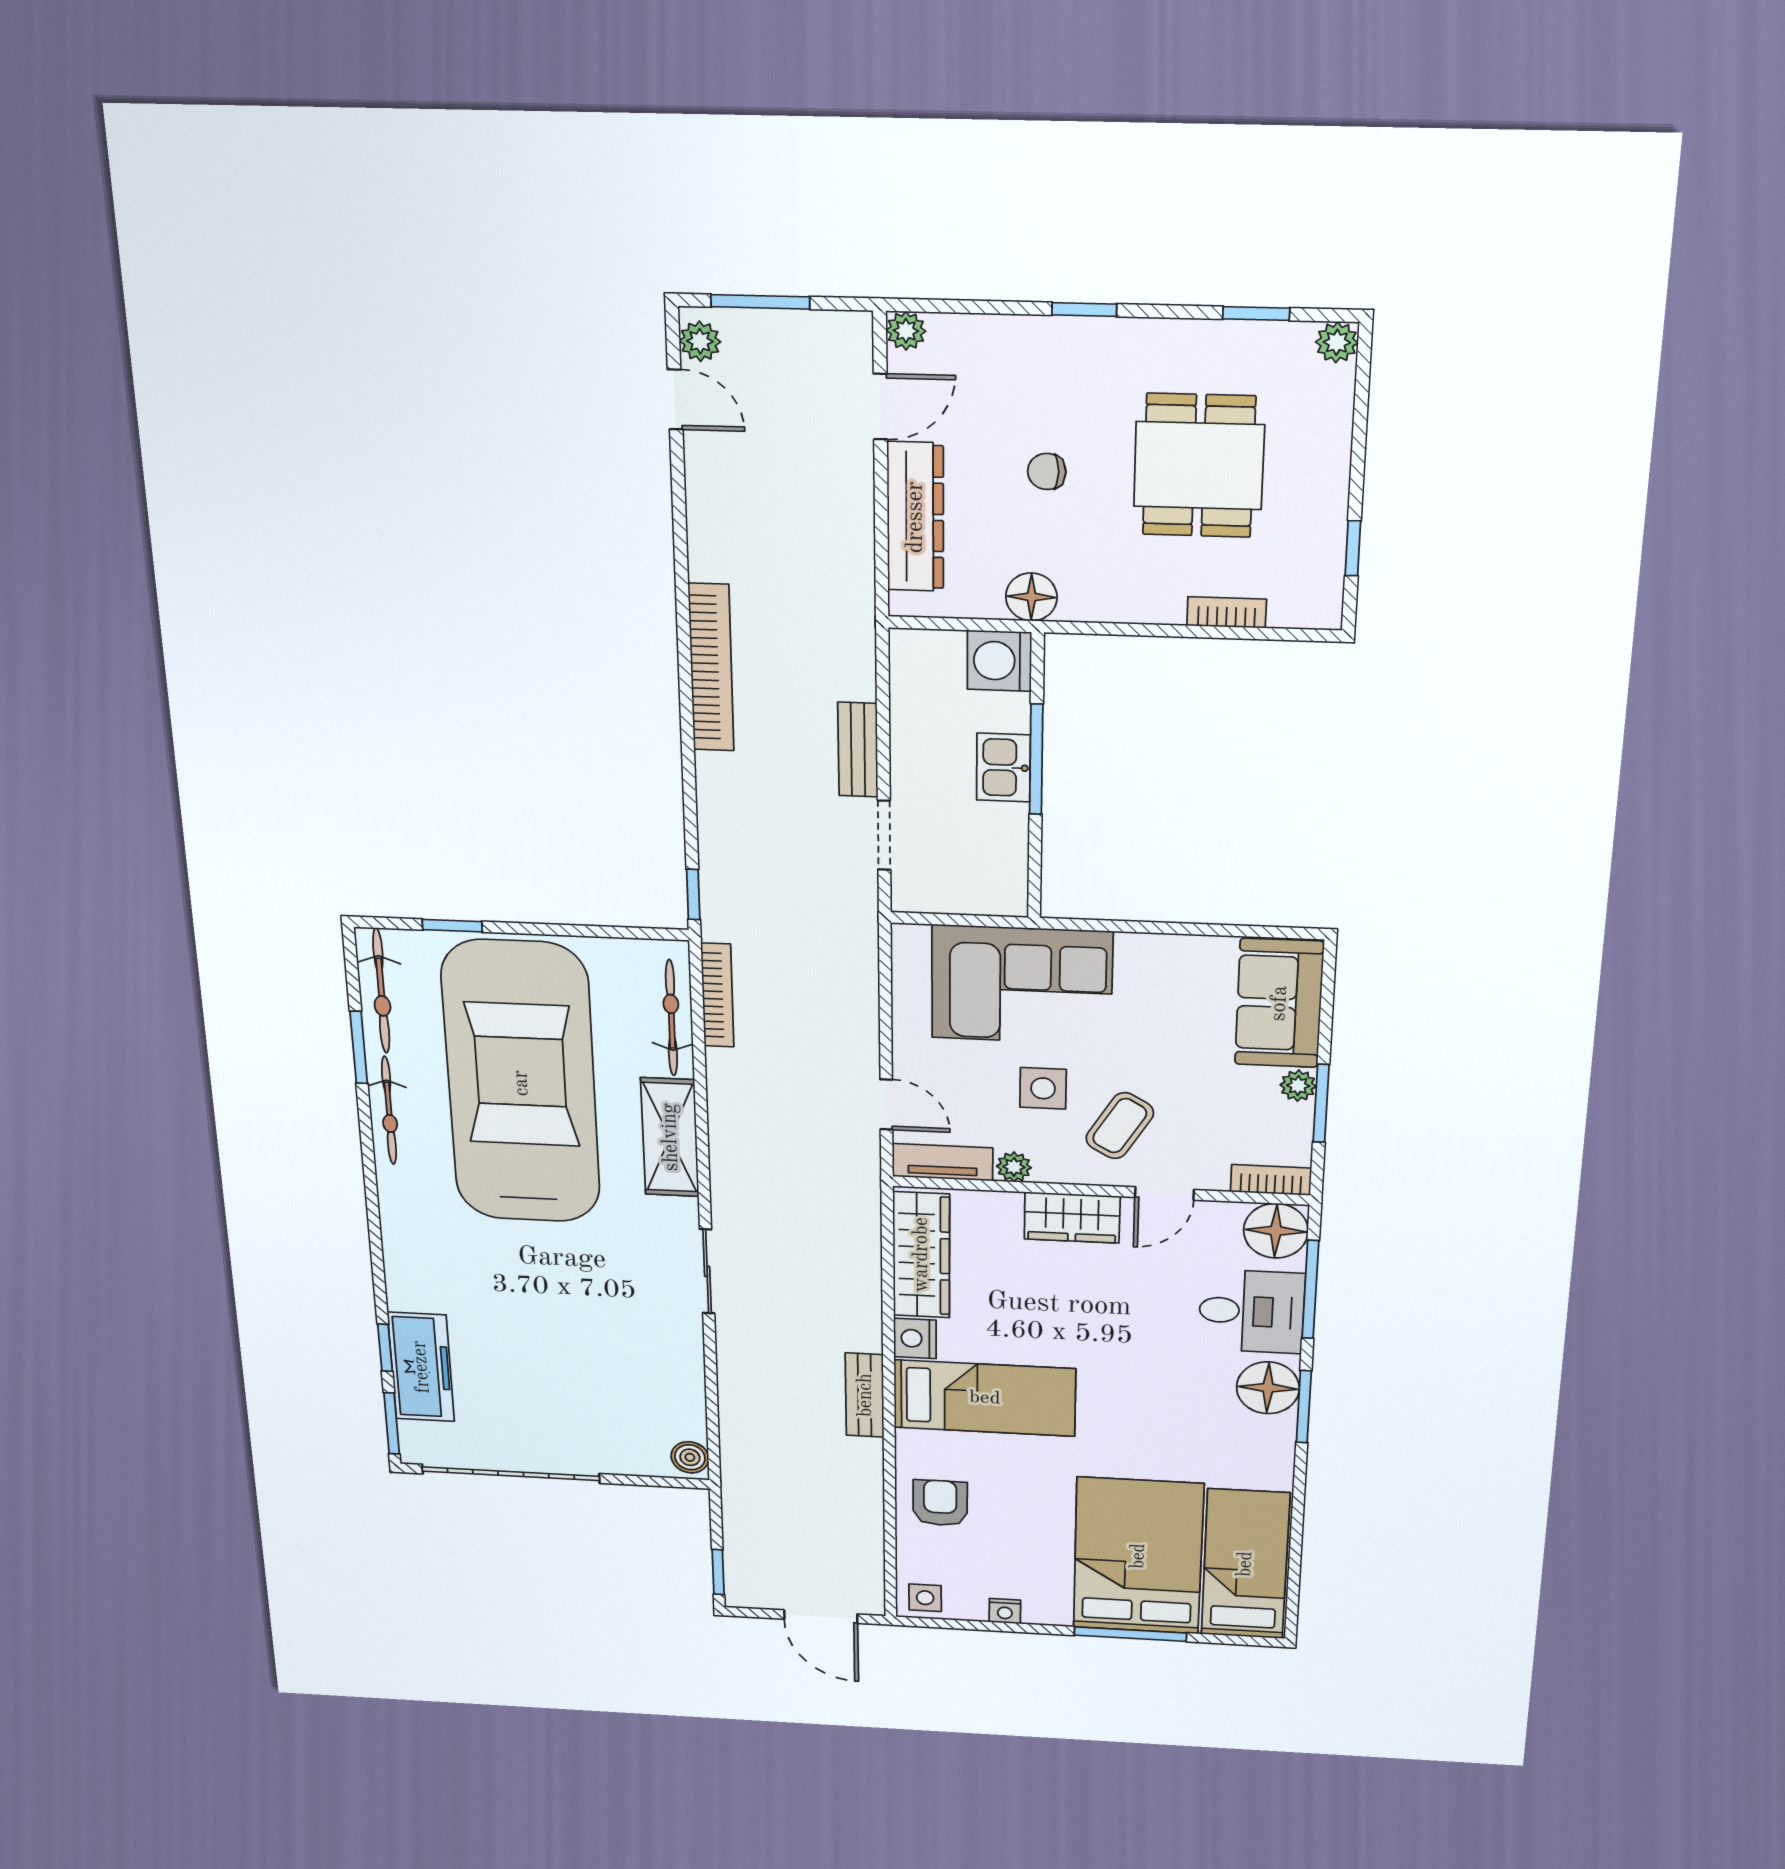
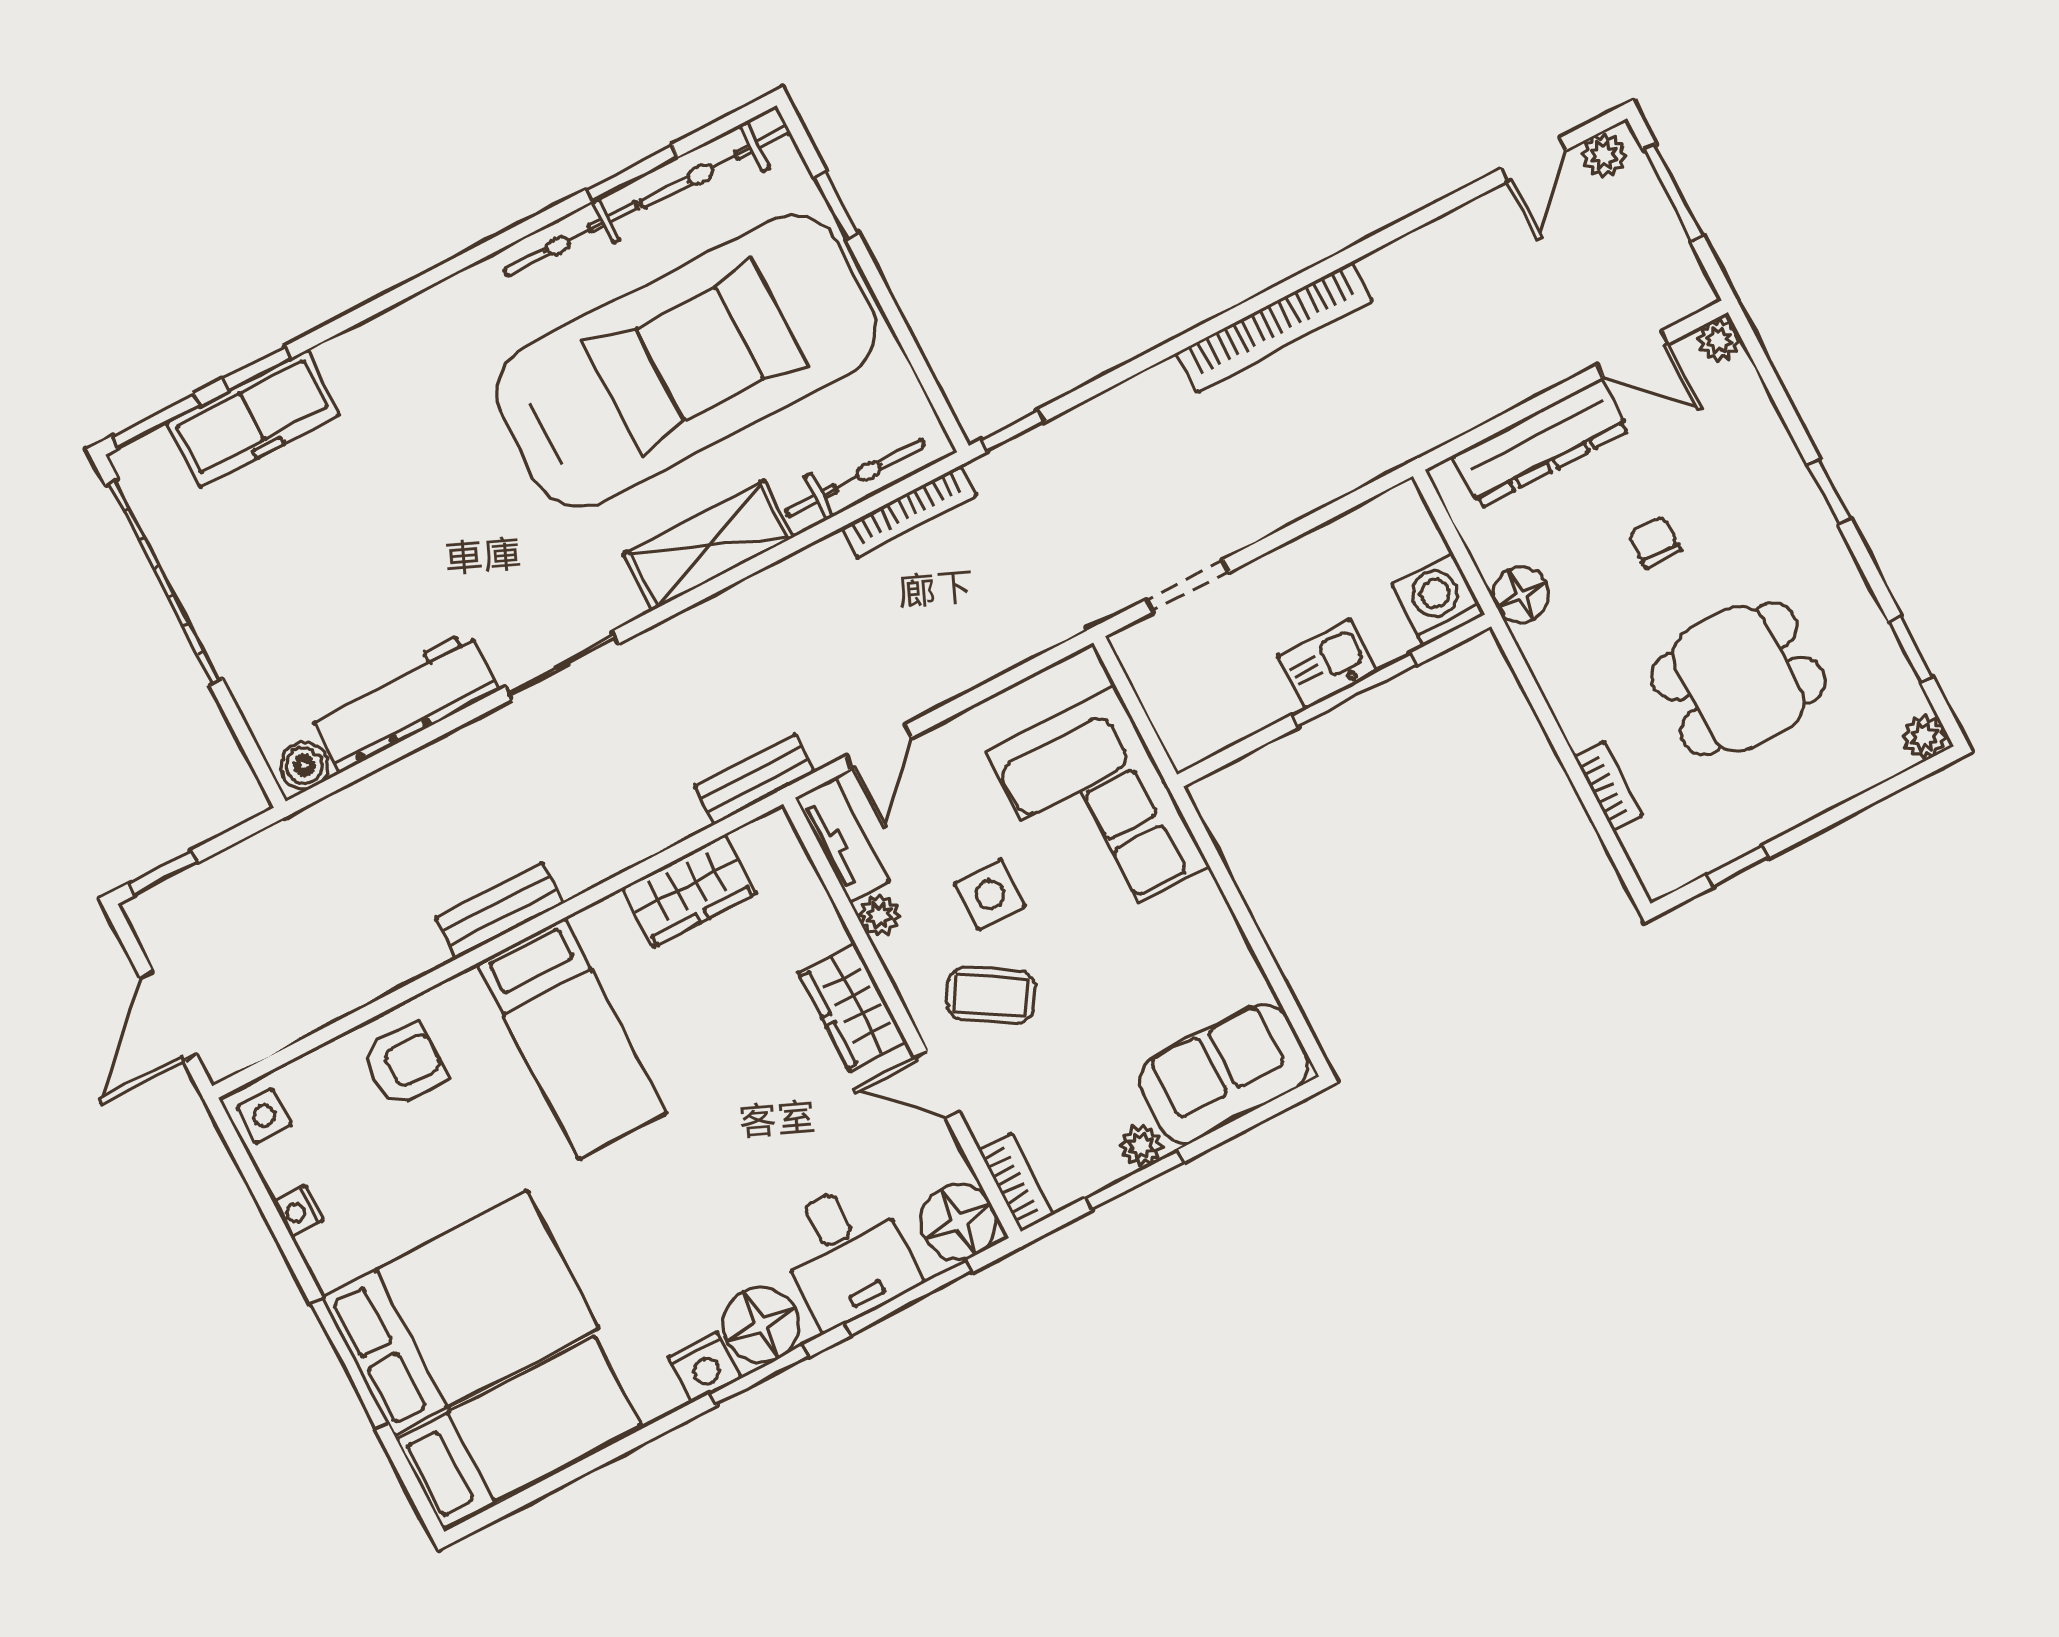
bench: (858, 750) -> (755, 779), moved
wardrobe: (921, 1255) -> (689, 891), width x0.67
nightstand: (915, 1338) -> (705, 1368), moved, turned 180
workbench: (678, 1378) -> (404, 702), added

